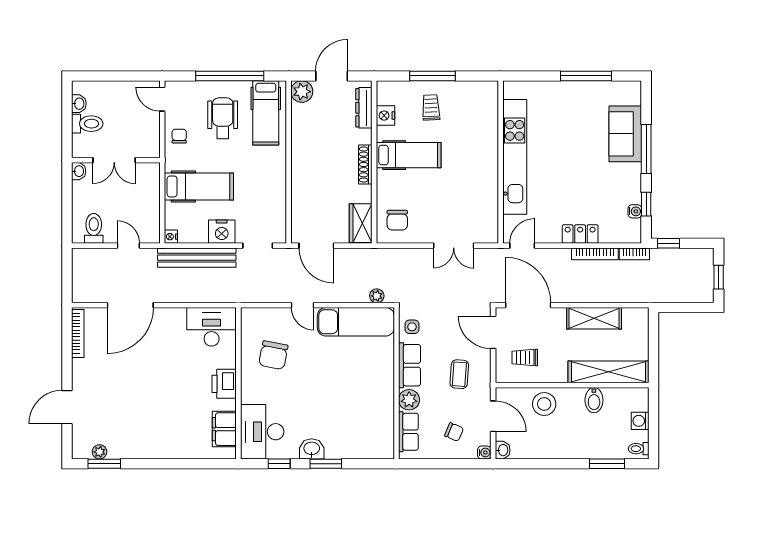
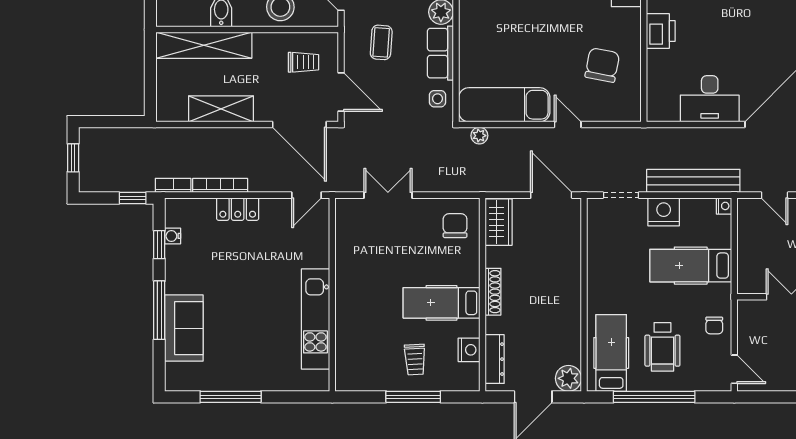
kitchen unit: (515, 157) -> (315, 319), width x0.73
desk: (212, 327) -> (710, 99), moved

